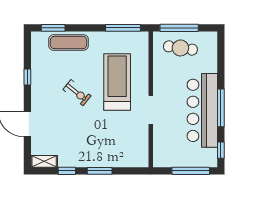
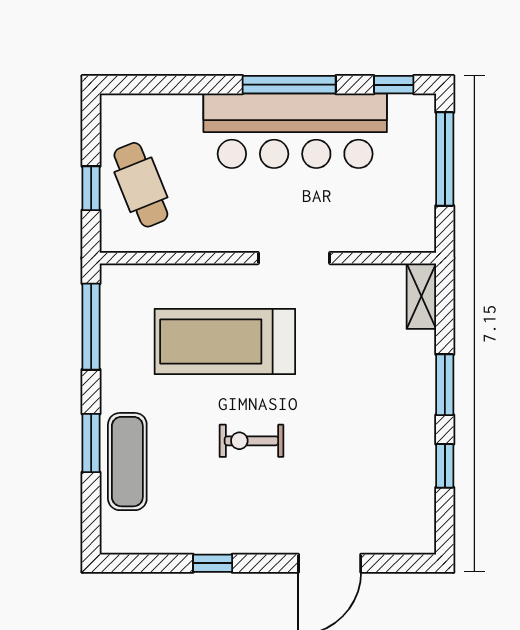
window: (53, 28) -> (91, 443), moved
window: (179, 28) -> (91, 188), width x0.46
cafe table: (180, 48) -> (141, 185), turned -30
exercise bike: (77, 93) -> (251, 441), turned -129
shelving: (44, 161) -> (421, 296), moved

